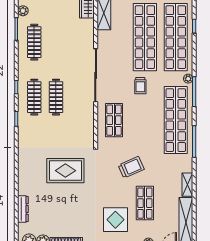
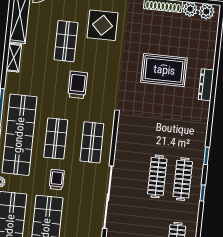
shop shelf: (145, 120) -> (56, 139), added
trolley: (131, 167) -> (78, 85), turned 114
rug: (65, 171) -> (164, 70), moved
dresser: (23, 209) -> (206, 85), moved

